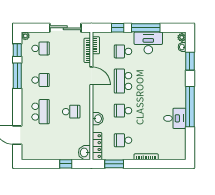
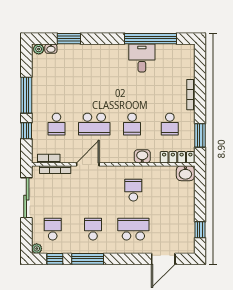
desk: (148, 43) -> (46, 92), removed
window: (190, 107) -> (151, 39), moved
window: (66, 164) -> (200, 230), moved

